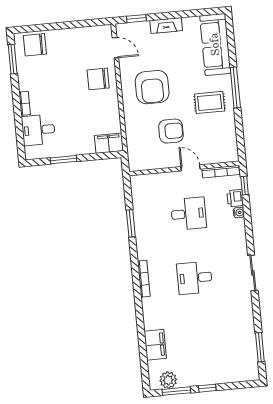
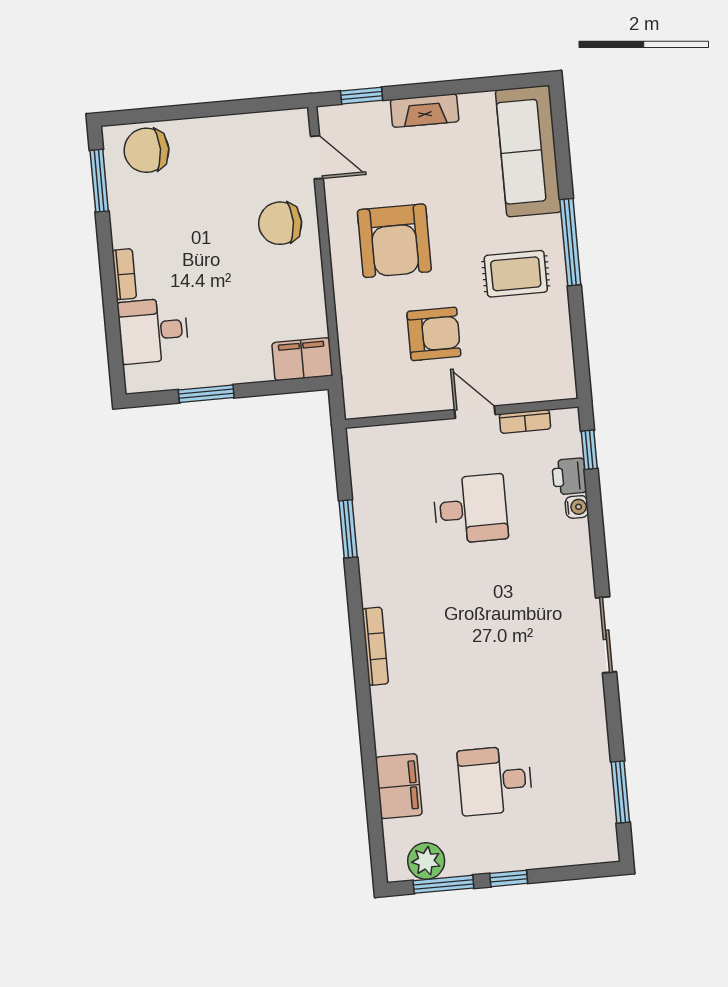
bookcase: (221, 172) -> (525, 421), width x0.64
desk: (195, 278) -> (495, 780), moved

